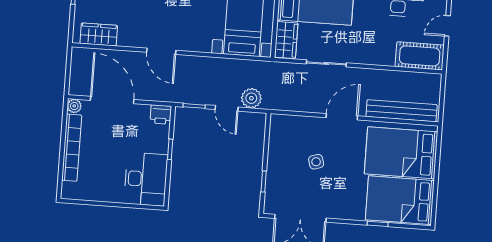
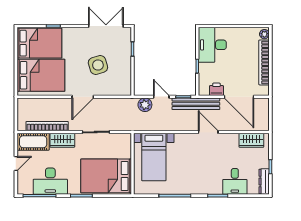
wardrobe: (286, 40) -> (62, 140), moved, turned -90
bookcase: (397, 77) -> (47, 126), added
plant: (74, 106) -> (264, 34), moved
bench: (402, 111) -> (196, 104), moved
printer: (161, 115) -> (216, 89), moved
side table: (316, 162) -> (98, 65), width x1.87, depth x1.87

